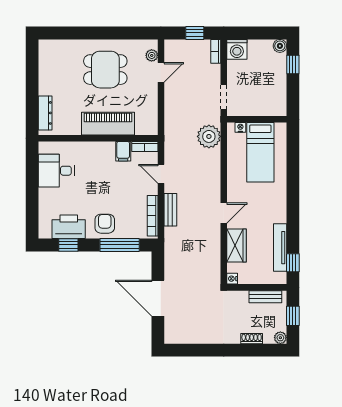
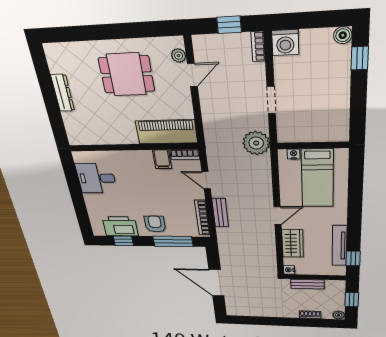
dresser: (45, 113) -> (63, 93), moved
wall: (257, 119) -> (313, 145), moved
piano: (108, 124) -> (167, 132), moved
nightstand: (240, 127) -> (294, 154), moved
bed: (260, 152) -> (317, 178), moved
bench: (265, 297) -> (307, 284), moved

